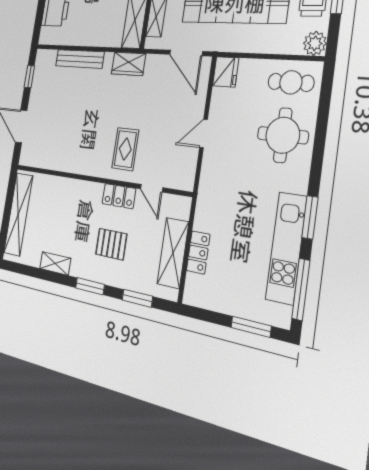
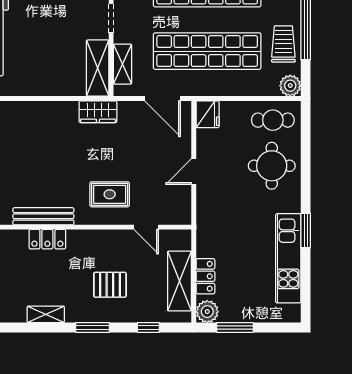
bench: (80, 59) -> (43, 216), moved
rug: (125, 149) -> (110, 194), turned 90
locker: (119, 196) -> (47, 239), moved
window: (301, 289) -> (306, 289), removed
plant: (194, 293) -> (207, 312), added
window: (137, 298) -> (148, 328), width x0.67
window: (251, 327) -> (235, 328), moved

